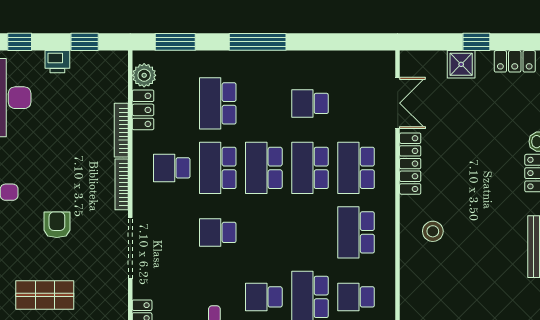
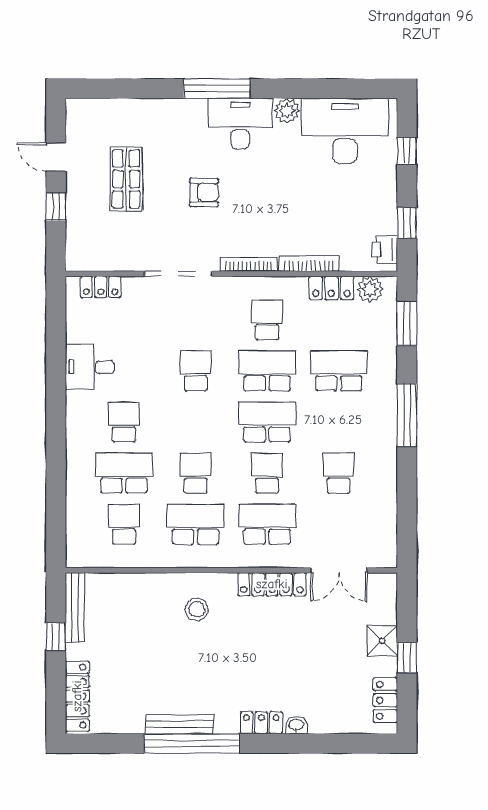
printer: (57, 62) -> (385, 249), moved
school desk: (310, 168) -> (267, 473), width x0.54
school desk: (310, 232) -> (196, 473), added

